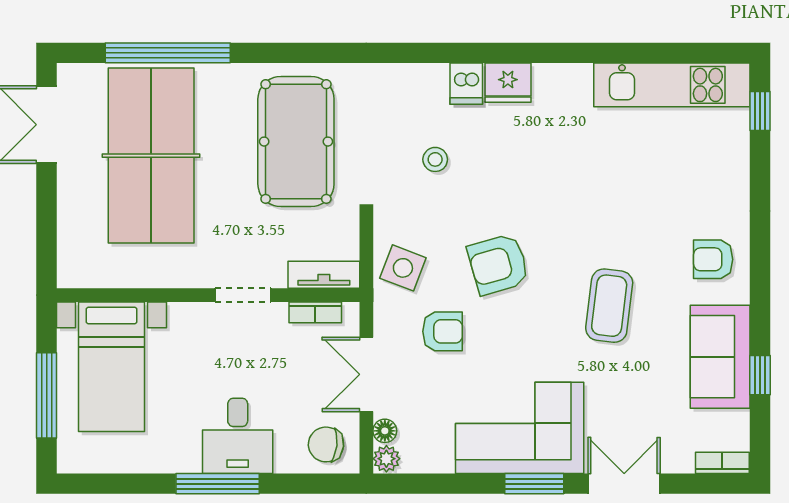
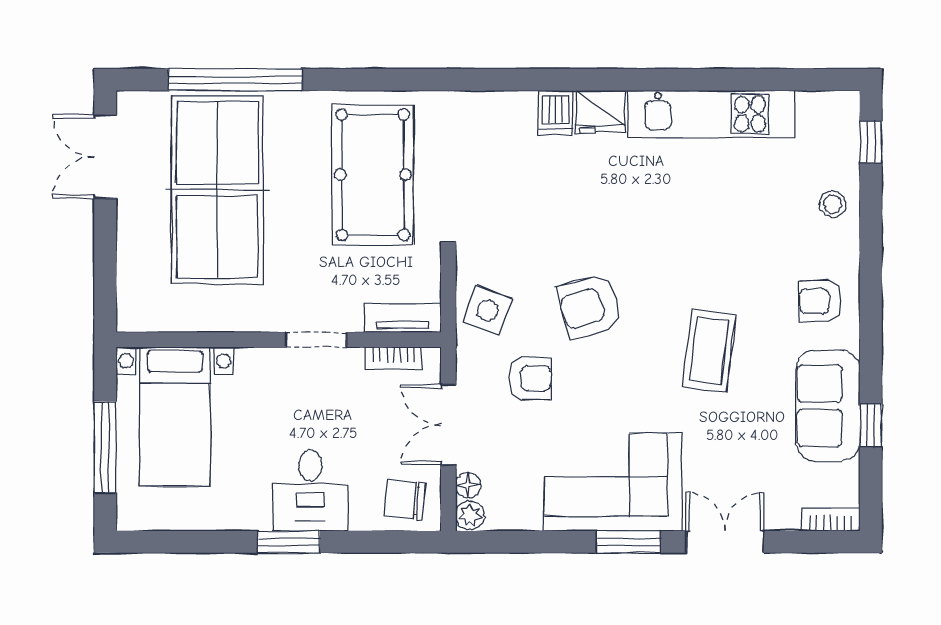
kitchen unit: (672, 85) -> (712, 114), moved
stool: (435, 159) -> (833, 204), moved
window: (218, 484) -> (289, 542), width x0.69

